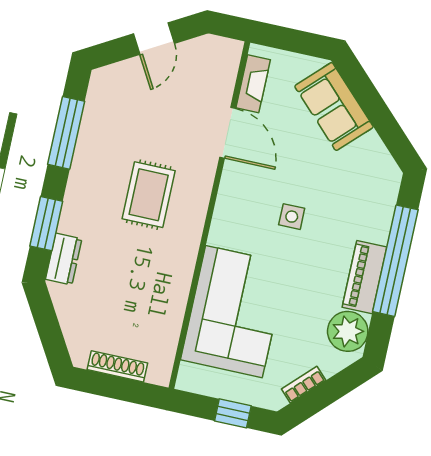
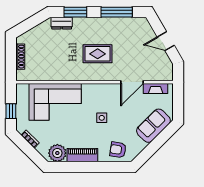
armchair: (370, 196) -> (118, 150), added
window: (395, 261) -> (92, 167), removed

